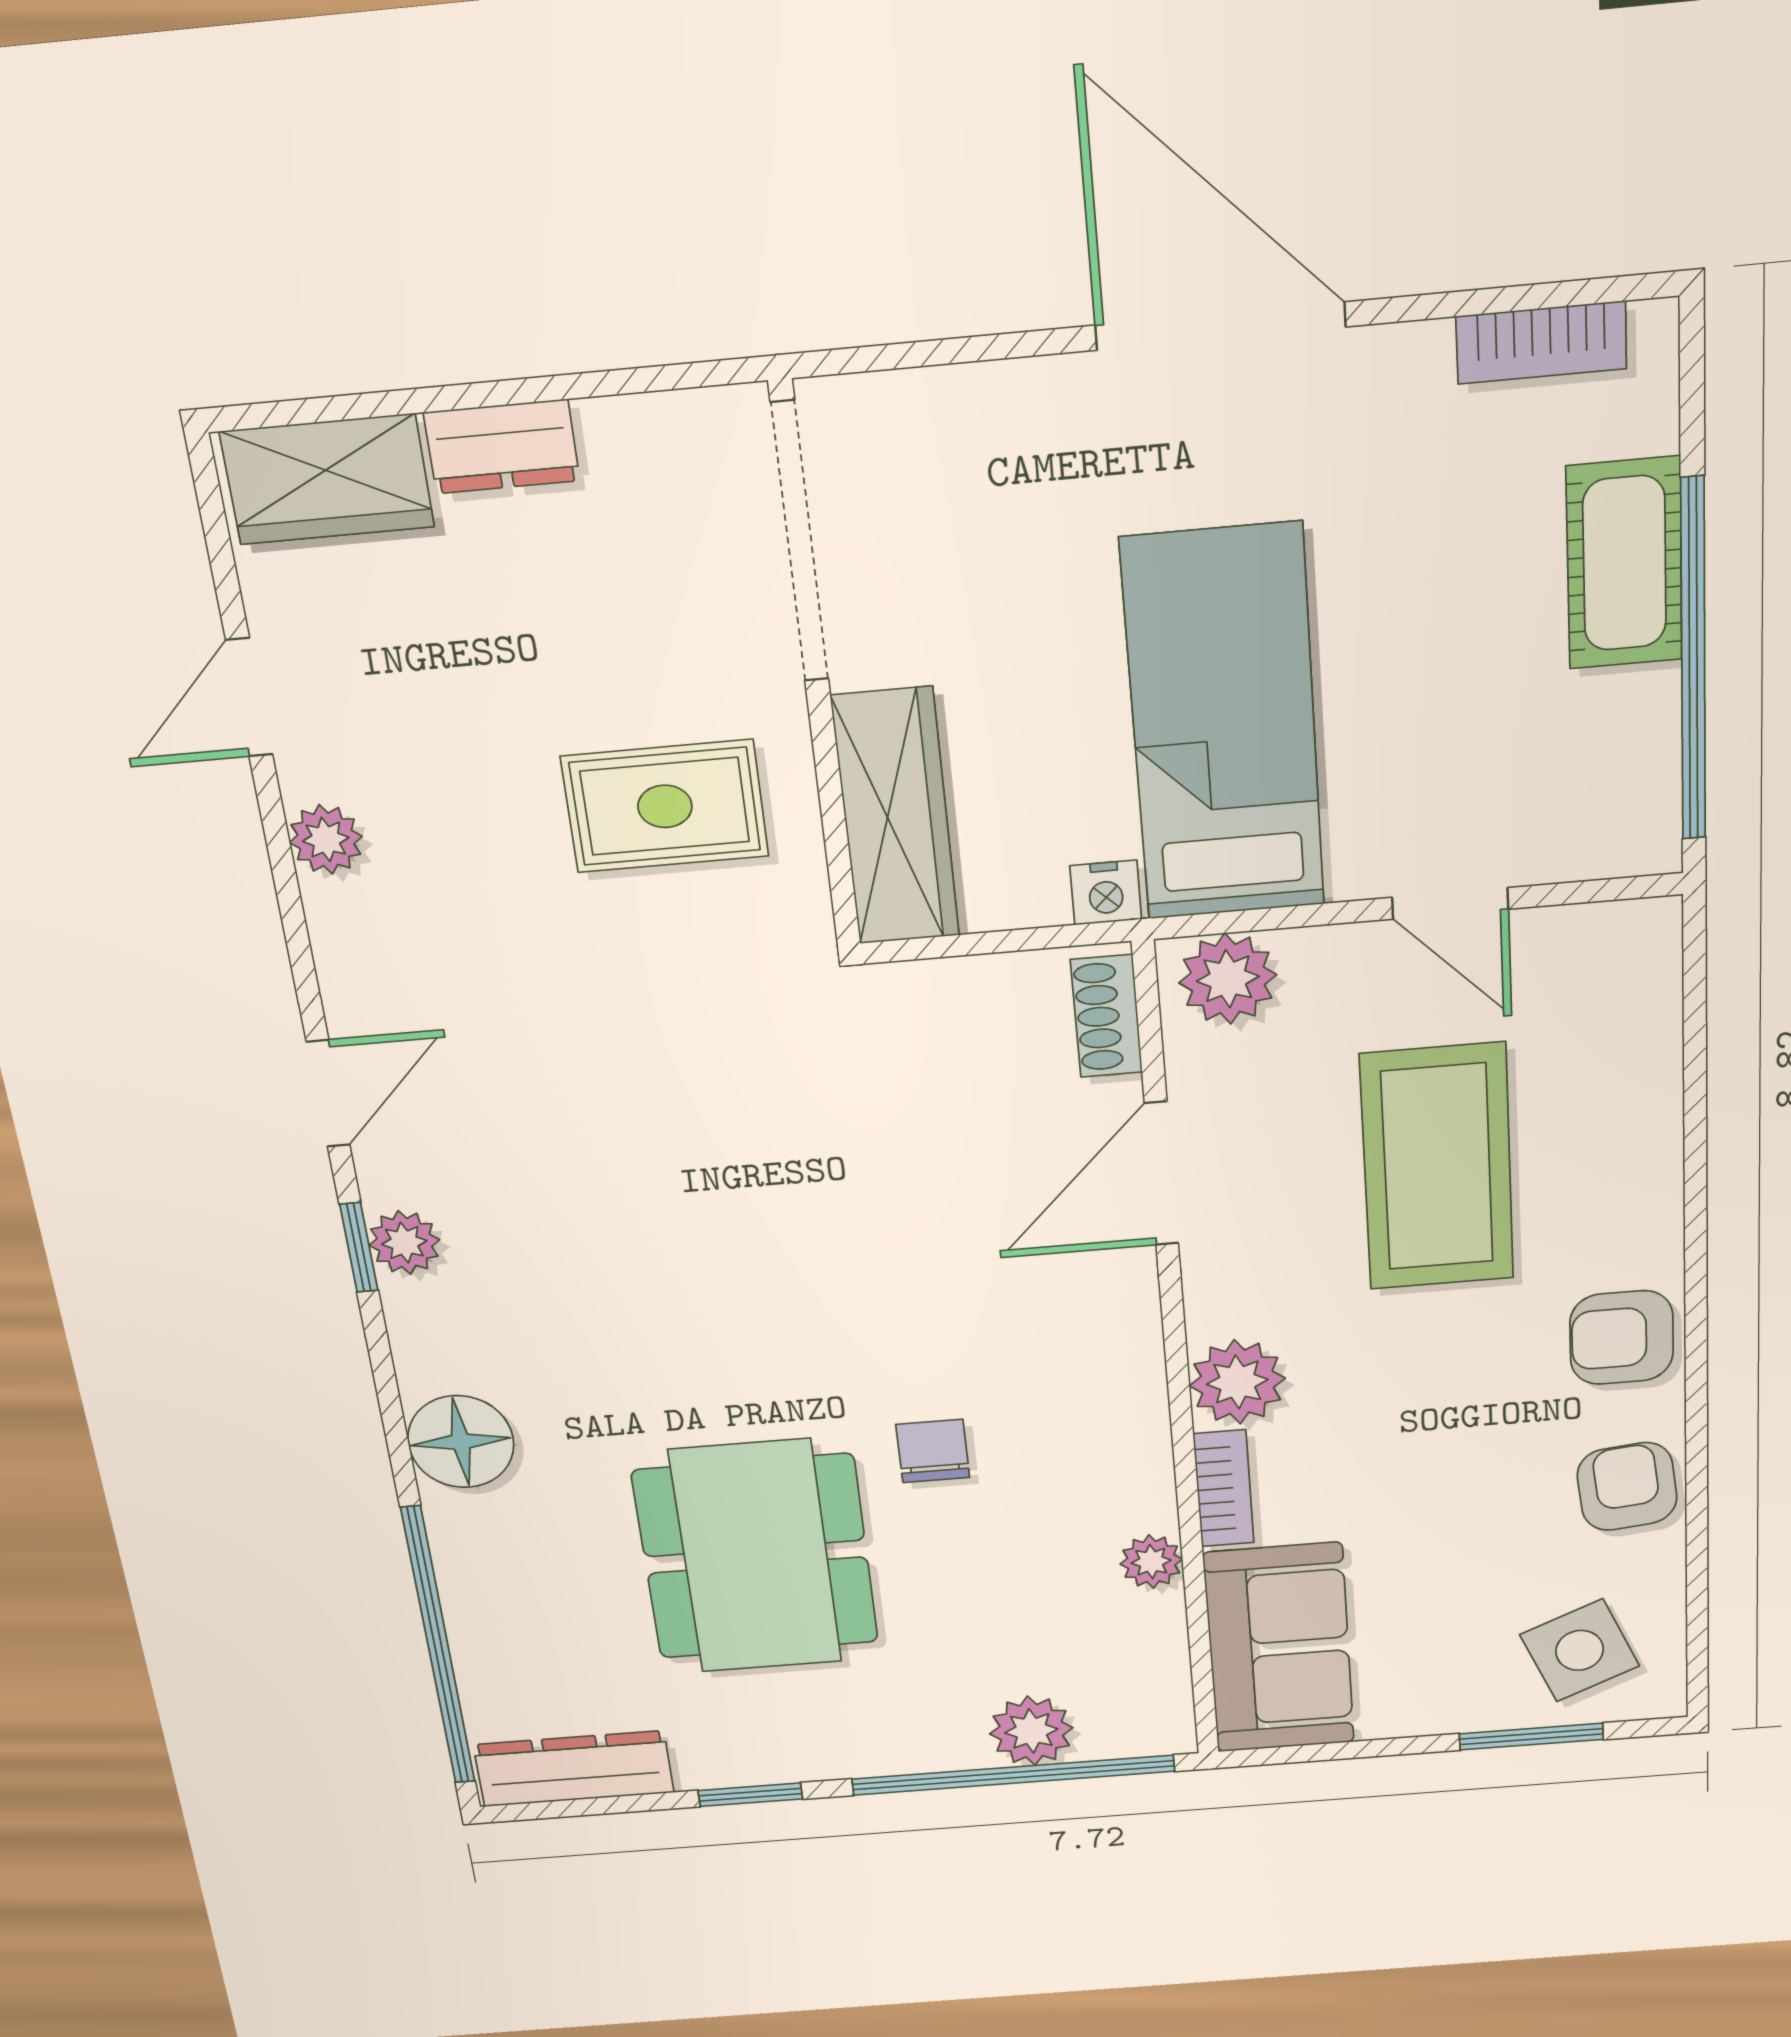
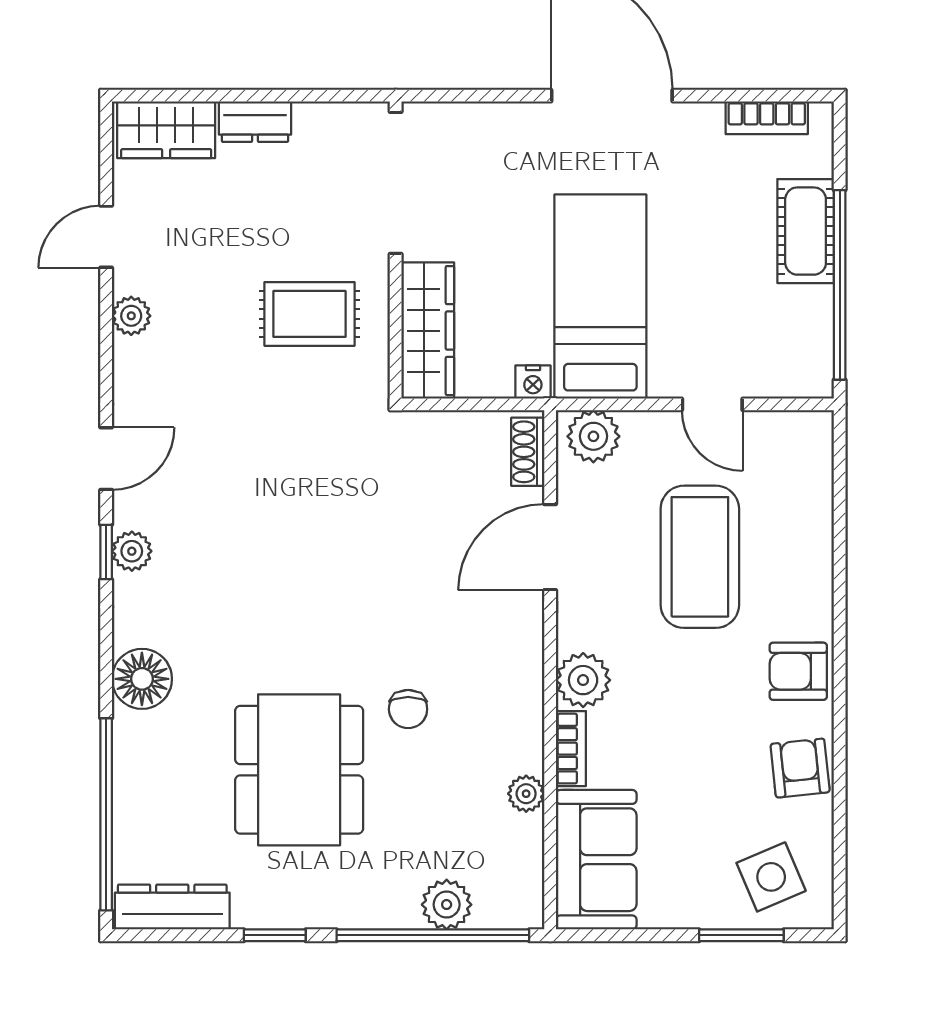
chair: (933, 1451) -> (408, 709), turned 180

